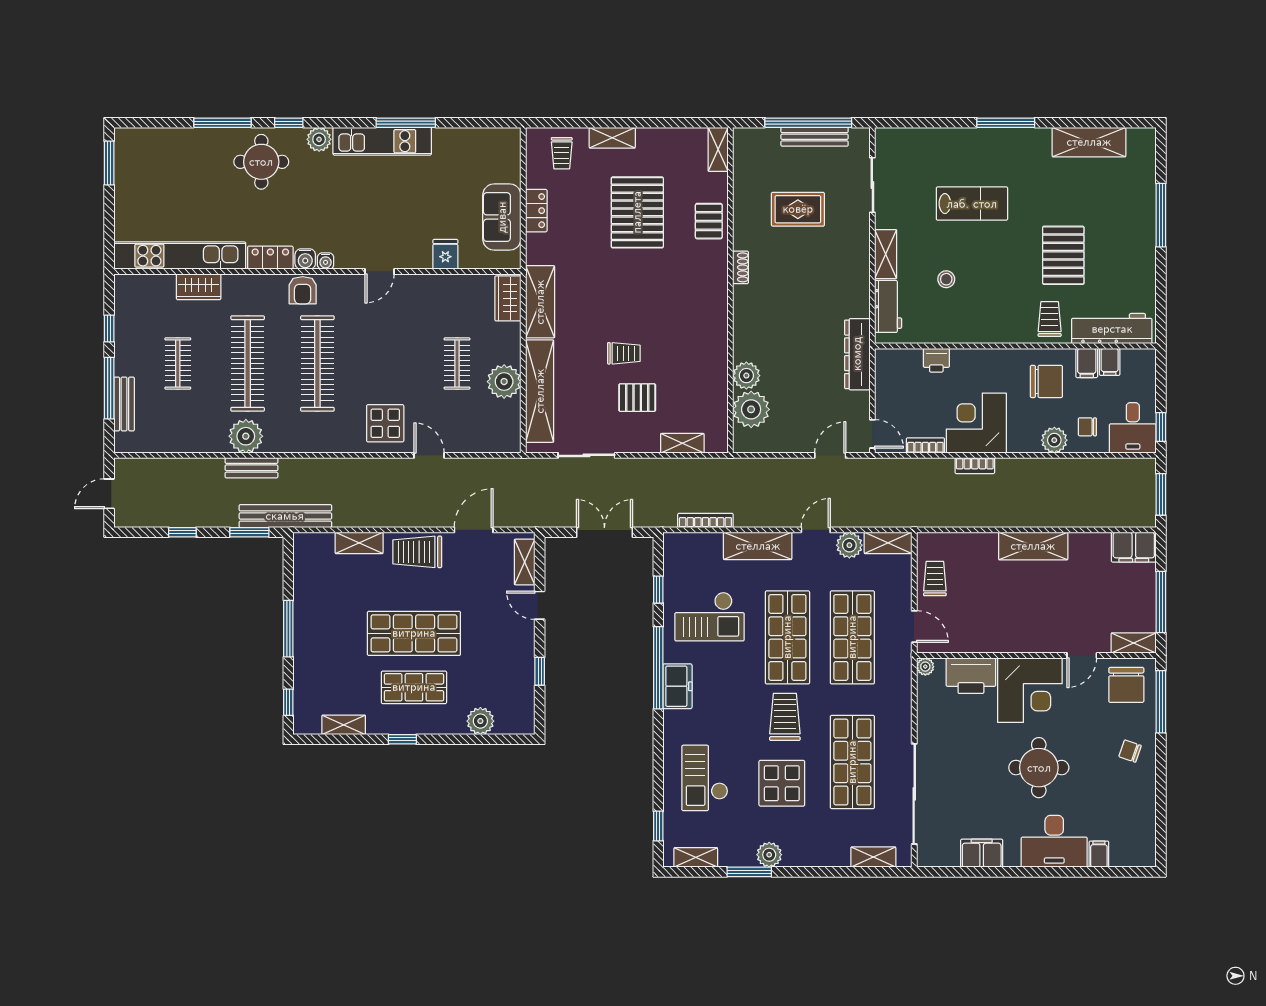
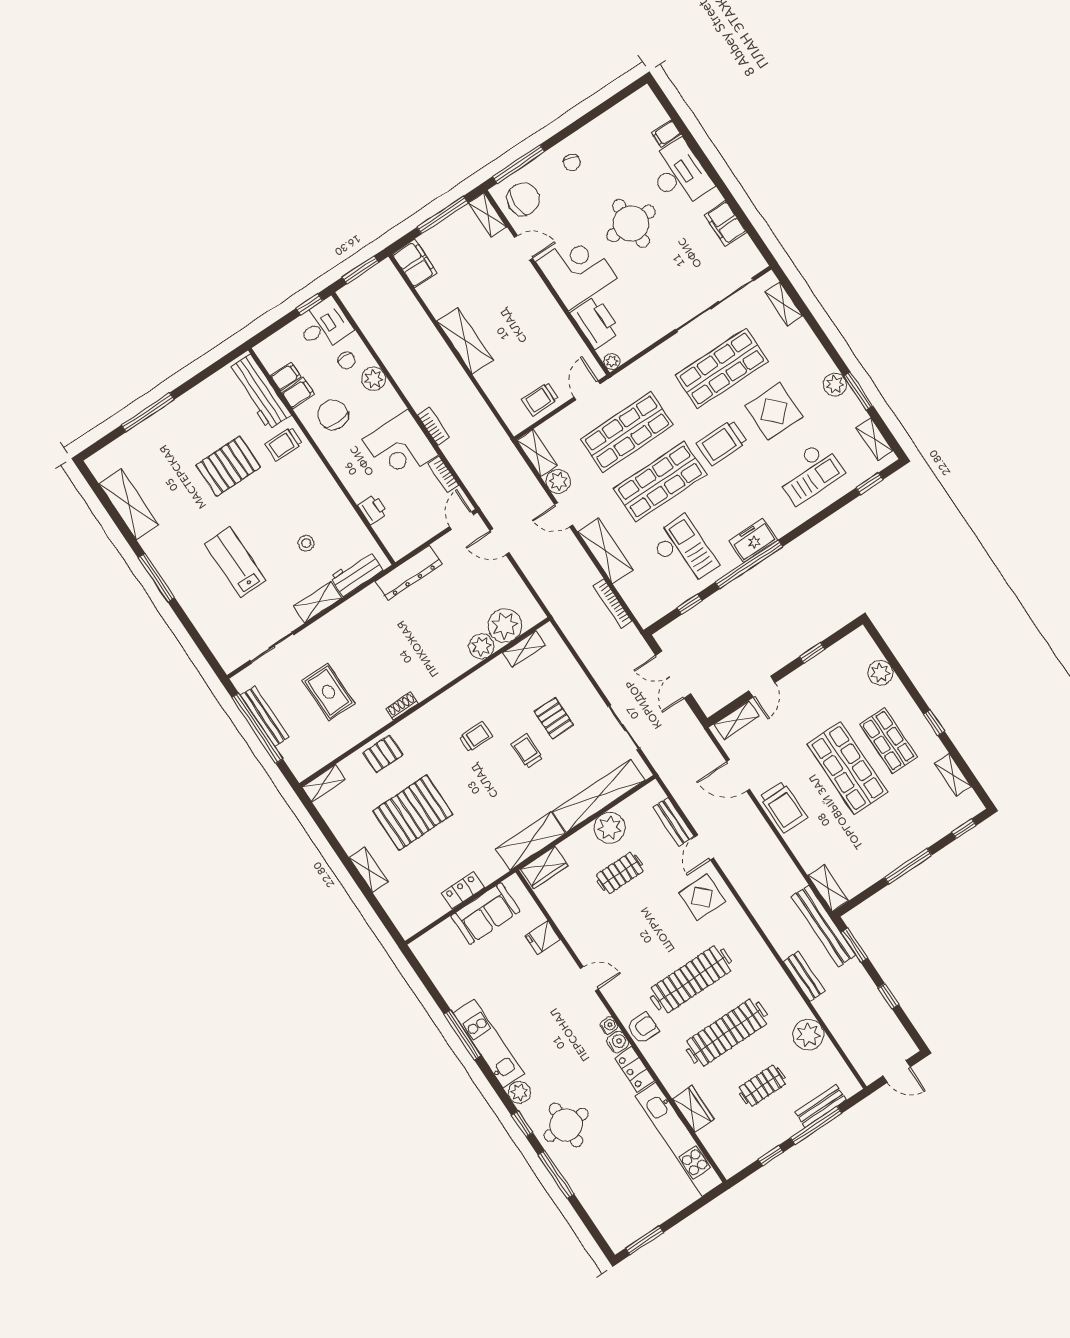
trolley: (562, 153) -> (476, 737), moved
plant: (246, 436) -> (808, 1035), moved
bench: (471, 443) -> (674, 822), added
shelving: (682, 443) -> (524, 649), moved, turned 90
shelving: (359, 543) -> (828, 888), moved

